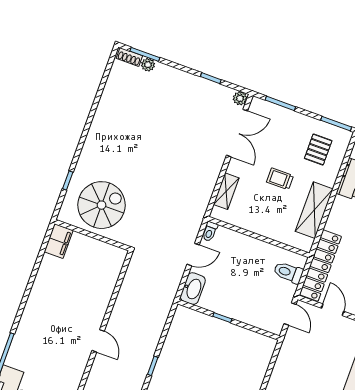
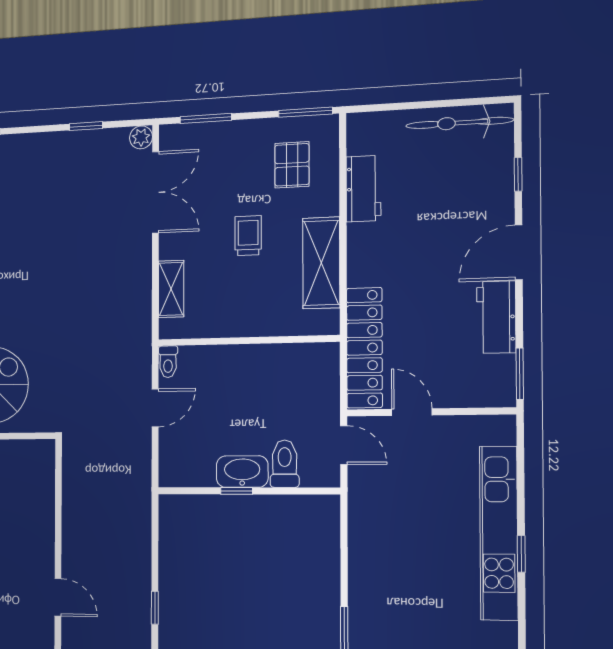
trolley: (280, 179) -> (248, 236), turned 90
toilet: (288, 272) -> (285, 464), moved, turned 90
washbasin: (193, 289) -> (242, 472), moved, turned -90

